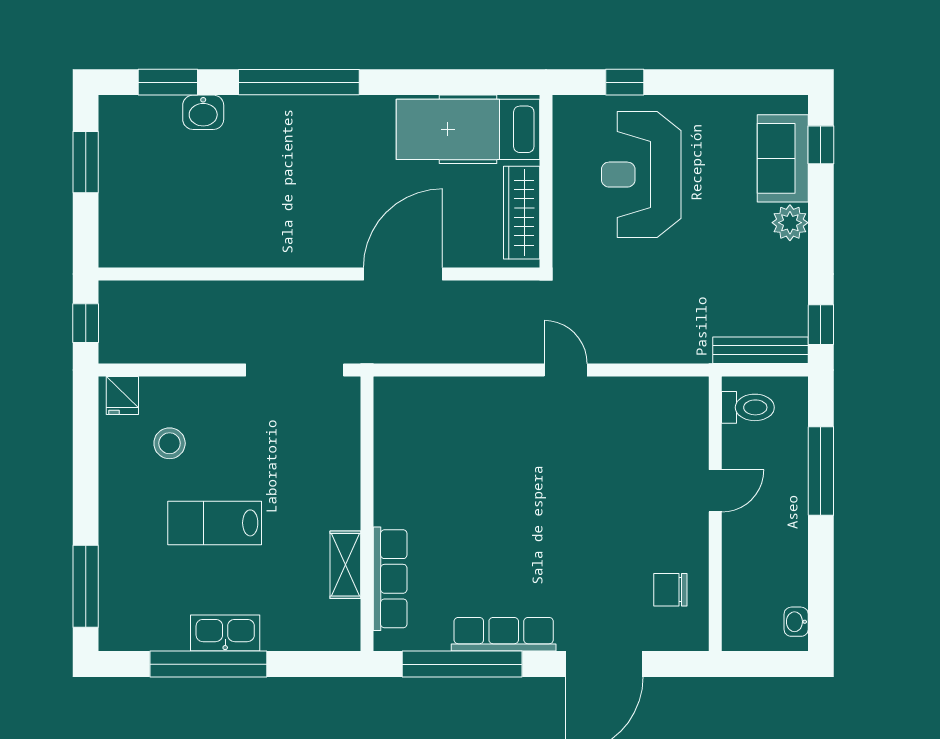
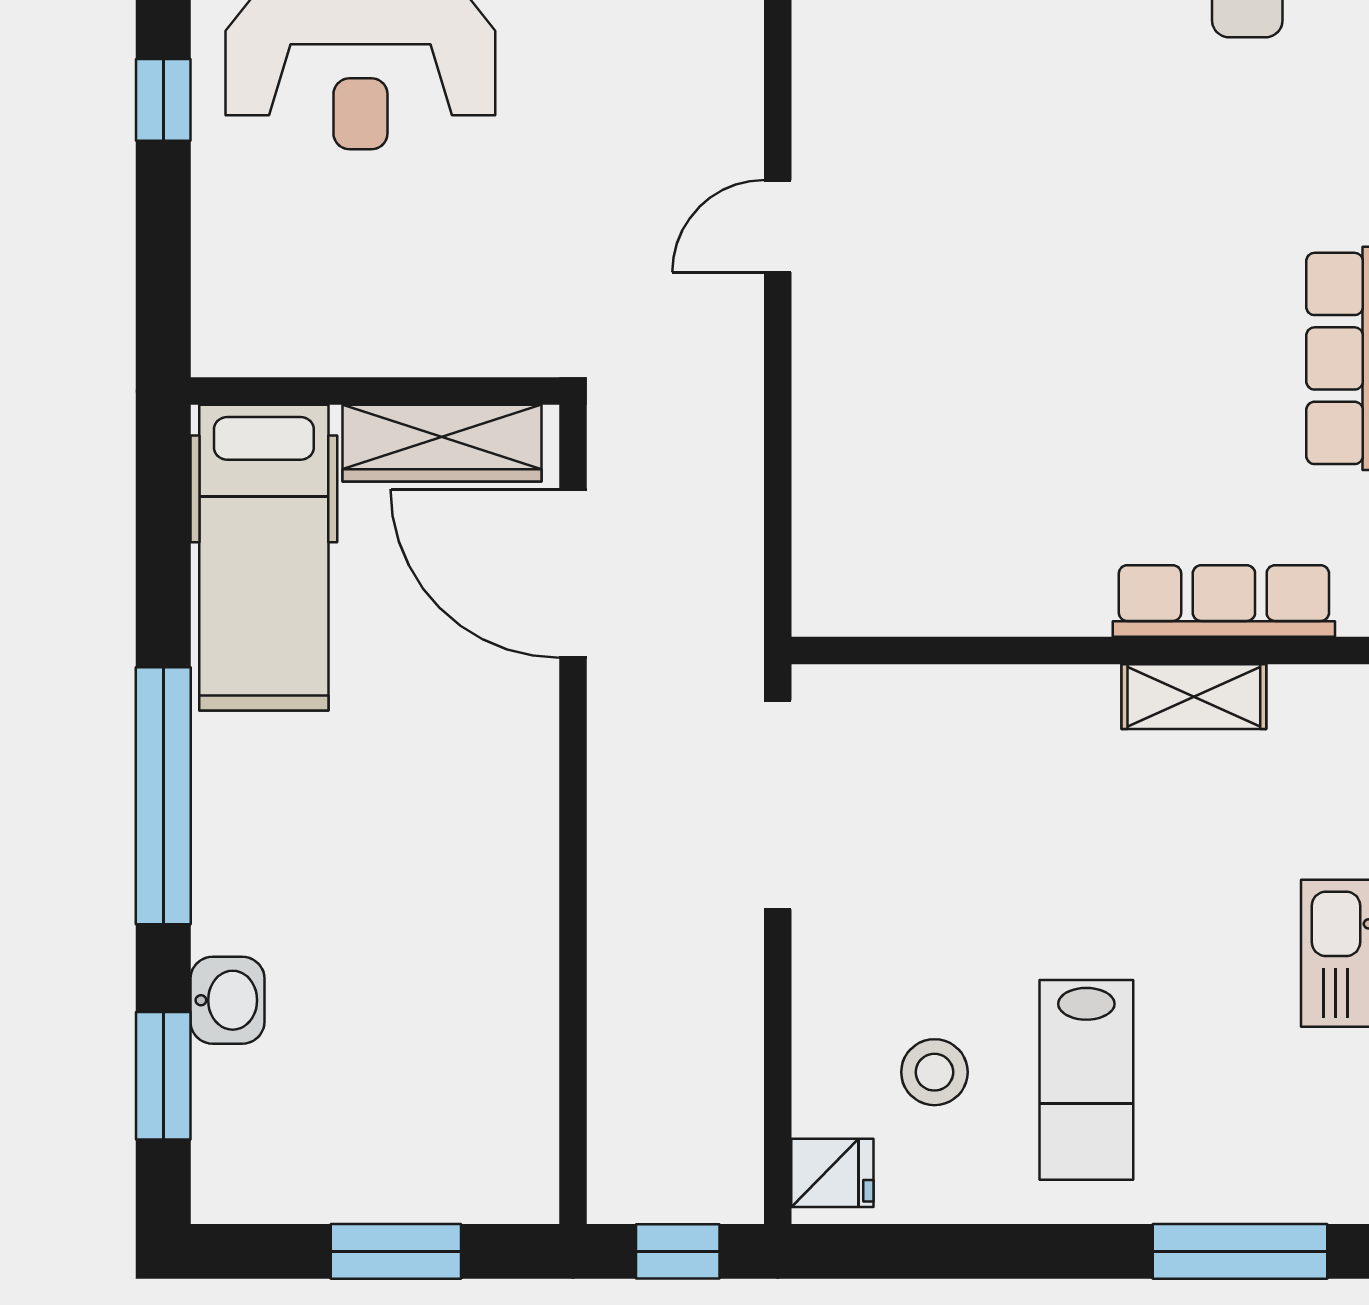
hospital bed: (468, 129) -> (264, 558), moved
window: (86, 162) -> (396, 1251), moved
wall: (546, 181) -> (375, 391), moved
wardrobe: (522, 213) -> (442, 443), moved
lab bench: (215, 523) -> (1086, 1080), moved

